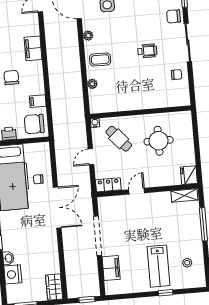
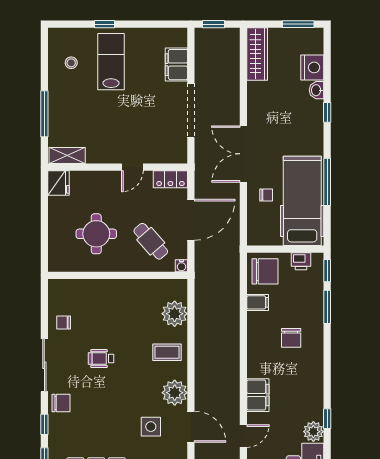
plant: (88, 36) -> (175, 393), width x1.88, depth x1.88
filing cabinet: (33, 48) -> (258, 395), moved
plant: (92, 84) -> (175, 314), width x1.88, depth x1.88
door: (91, 157) -> (191, 220), width x1.88
wardrobe: (54, 287) -> (257, 54), width x1.50

